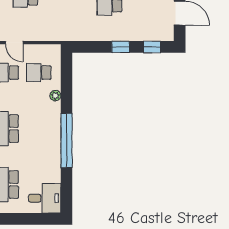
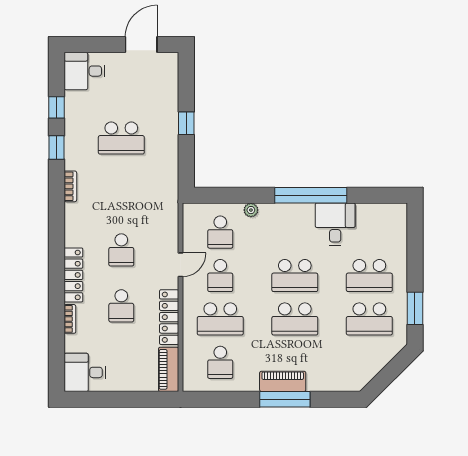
window: (152, 47) -> (186, 81), removed
desk: (45, 198) -> (335, 224), moved

